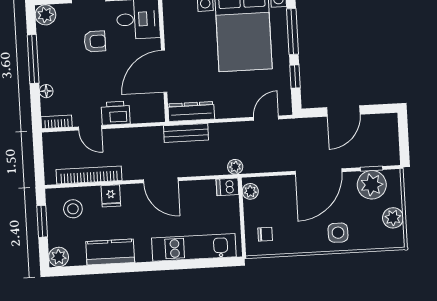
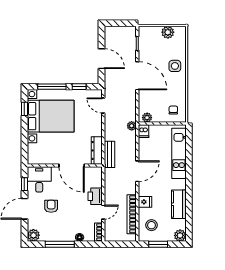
plant: (372, 185) -> (147, 44), removed

